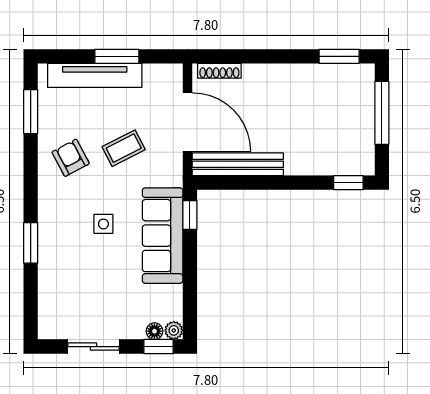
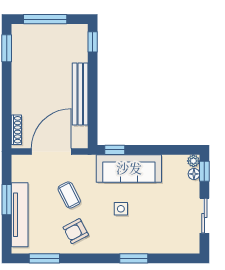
bench: (238, 164) -> (80, 94), moved

